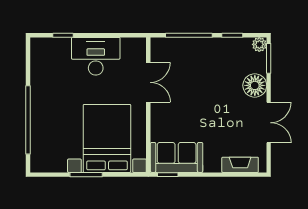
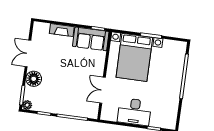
fireplace: (240, 165) -> (62, 30), moved

